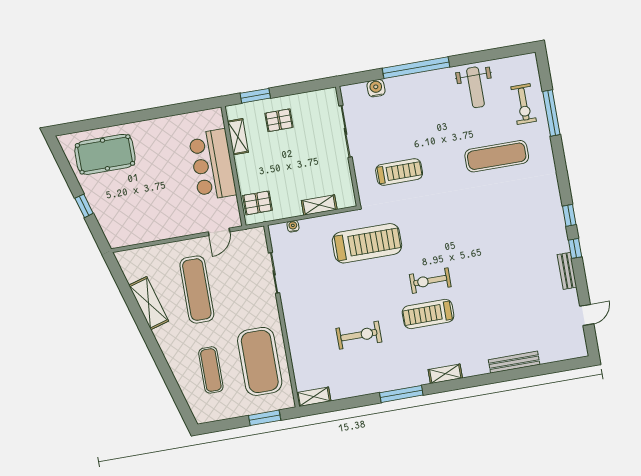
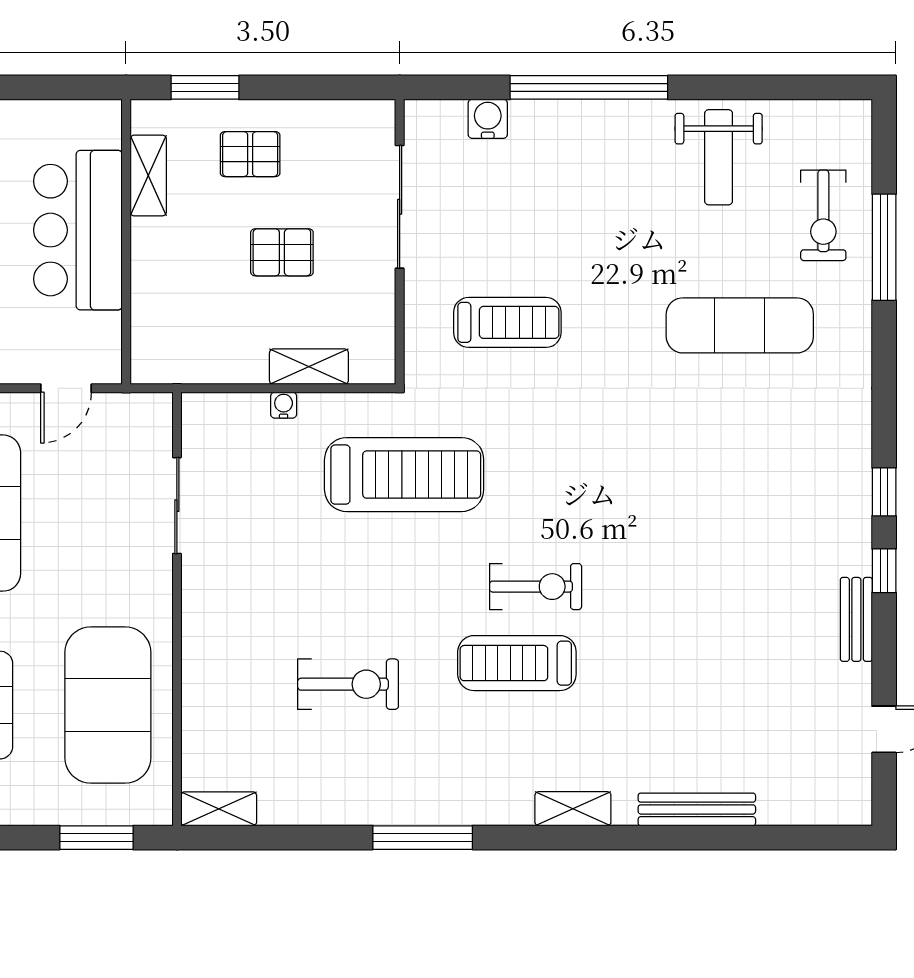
pallet: (258, 203) -> (282, 252), moved
water cooler: (293, 226) -> (284, 405), moved
exercise bike: (430, 281) -> (536, 587), turned 180
shelving: (445, 374) -> (573, 809), moved

